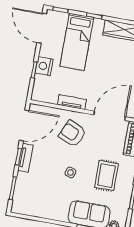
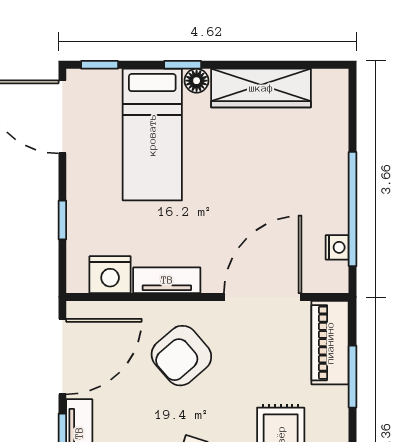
floor lamp: (99, 23) -> (197, 81), added
nightstand: (44, 66) -> (110, 275), moved, turned -90
armchair: (72, 134) -> (181, 356), turned -65

